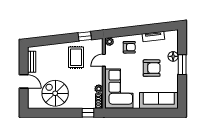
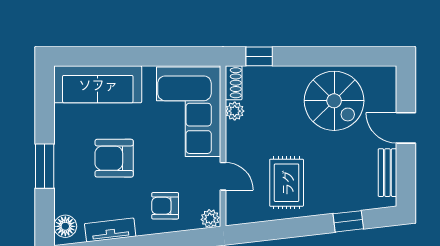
window: (85, 36) -> (348, 221), moved
floor lamp: (173, 56) -> (65, 226), moved
door: (104, 60) -> (223, 176), hinge flipped

